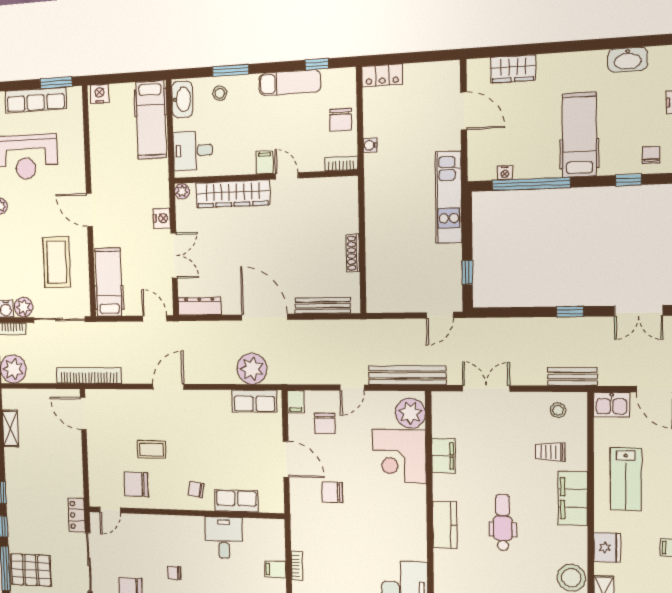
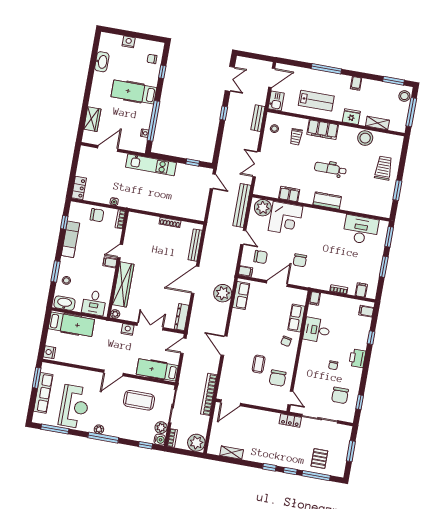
filing cabinet: (275, 569) -> (315, 298), moved
pallet: (31, 570) -> (319, 458), width x0.67, depth x0.71

